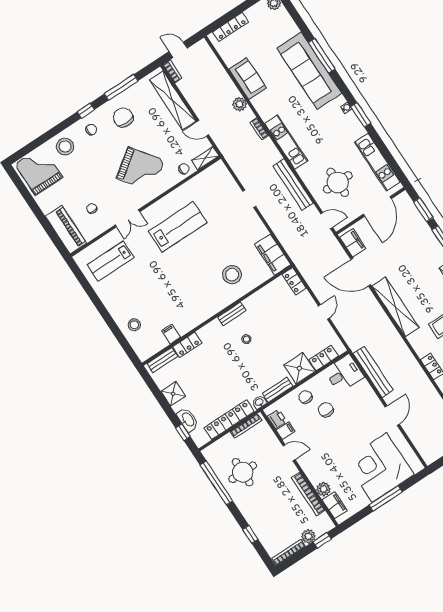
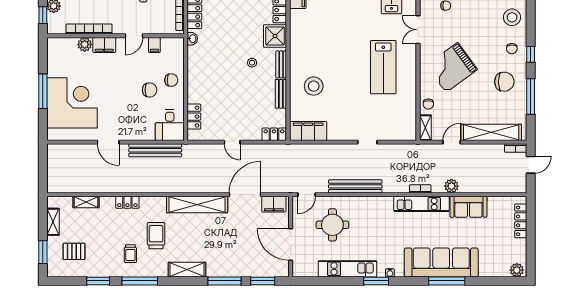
kitchen unit: (286, 142) -> (422, 204), moved
kitchen unit: (377, 162) -> (347, 269), moved
shower: (299, 368) -> (275, 36), moved
bench: (277, 390) -> (281, 94), moved
printer: (277, 419) -> (169, 44), removed
filing cabinet: (335, 505) -> (104, 45), moved

